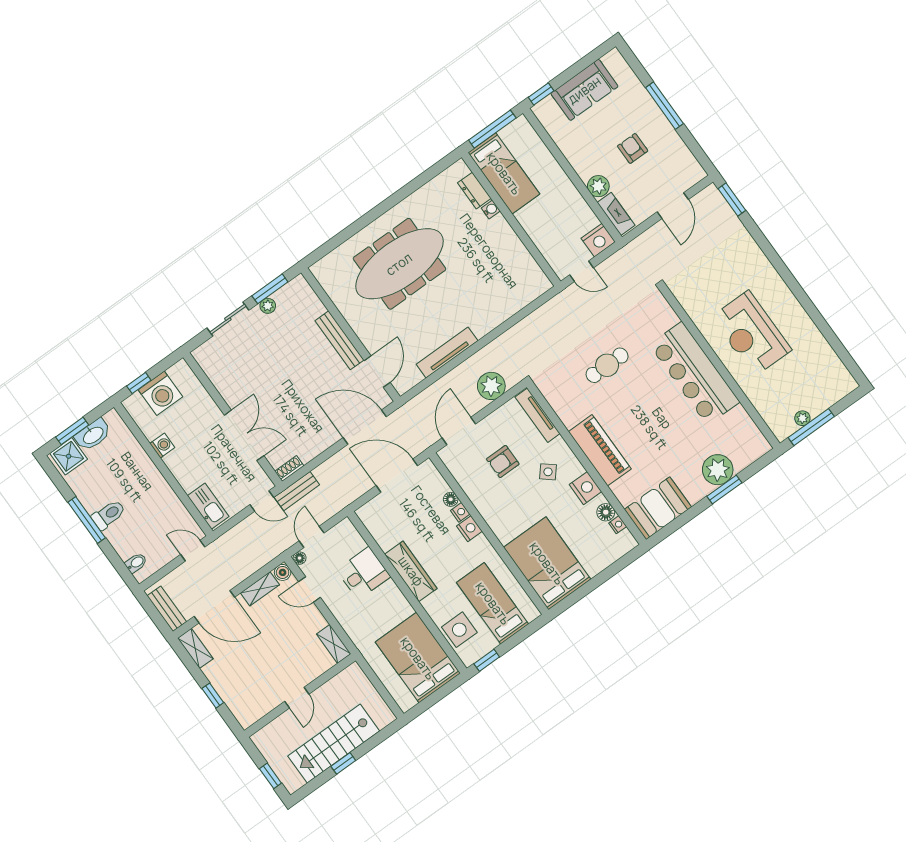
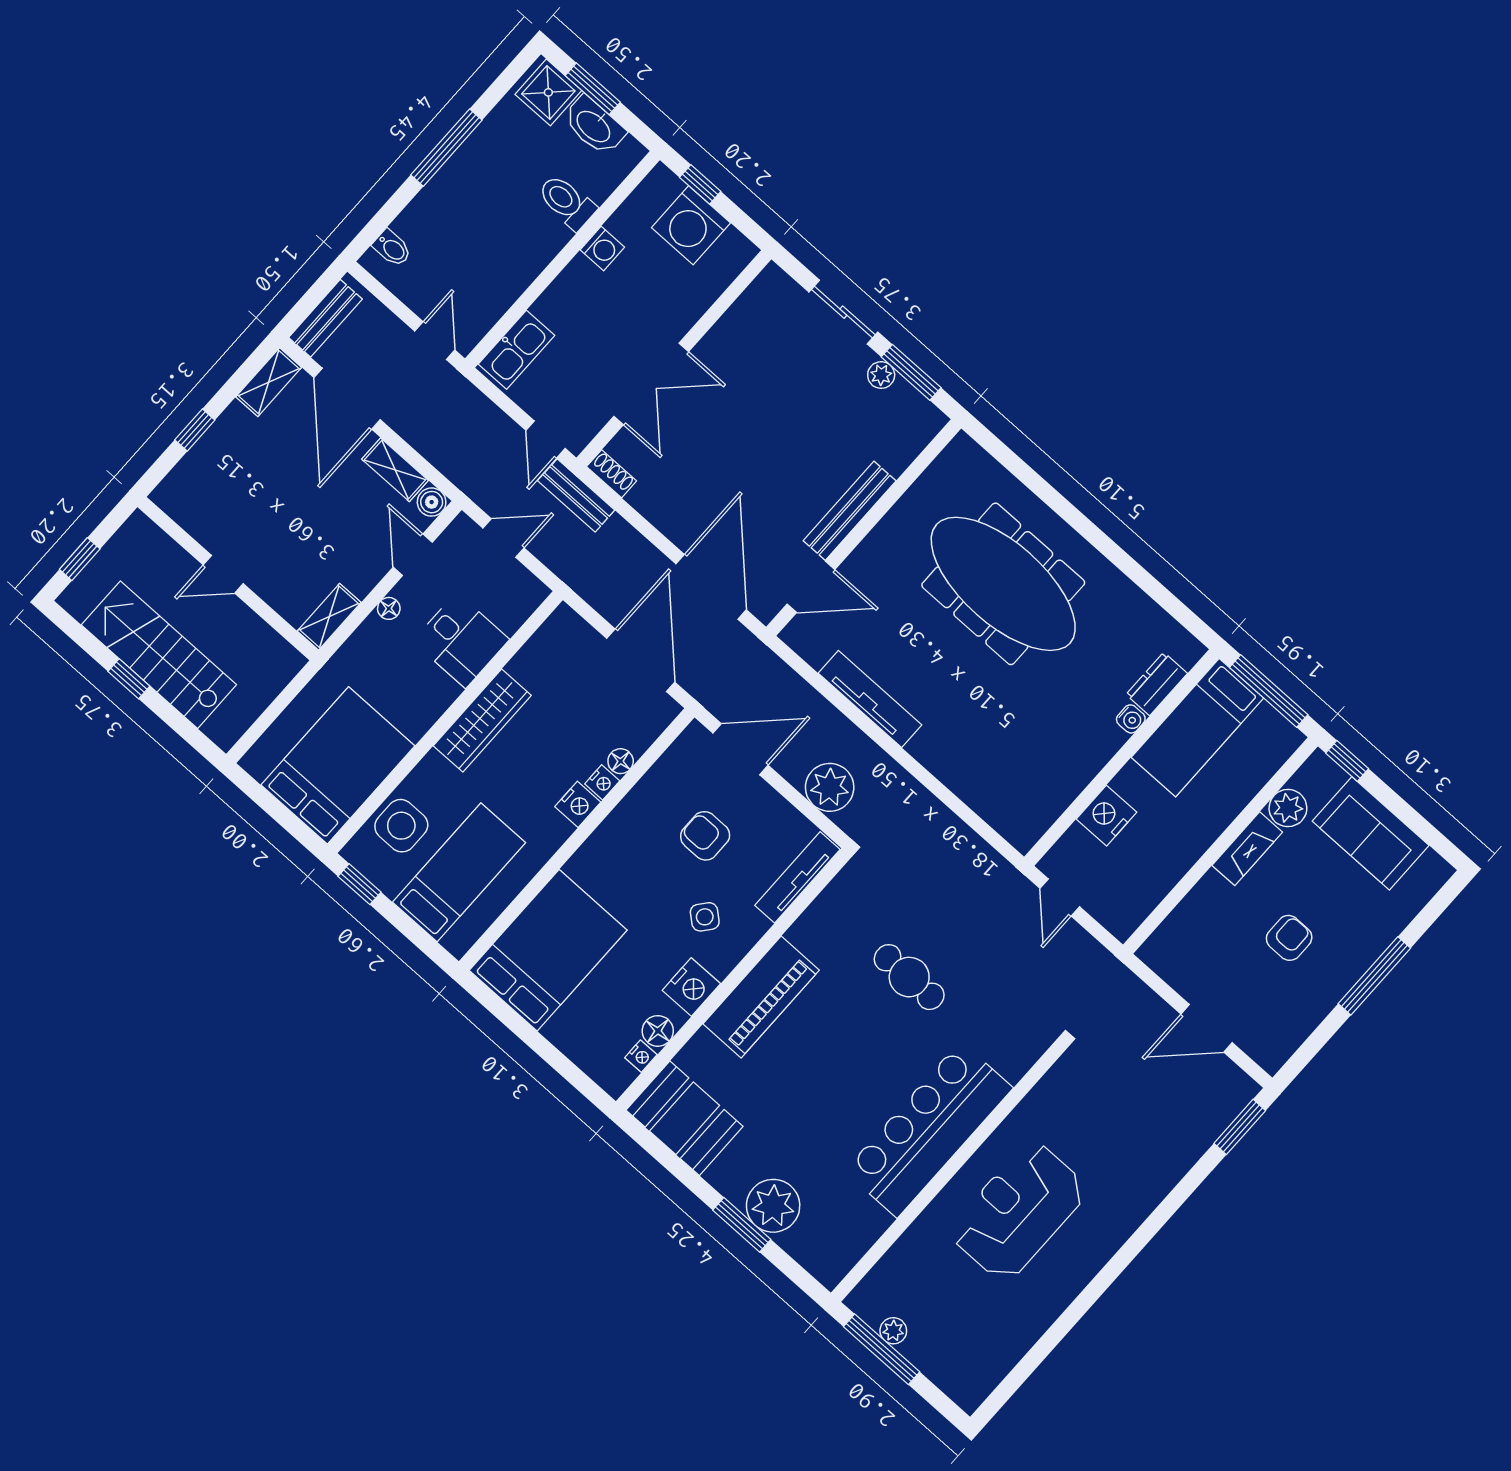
plant: (598, 186) -> (1288, 808), moved
fireplace: (616, 214) -> (1247, 849), moved
nightstand: (598, 240) -> (1106, 816), moved, turned 90
toilet: (109, 515) -> (567, 202), moved, turned 180
floor lamp: (300, 558) -> (389, 608), moved

